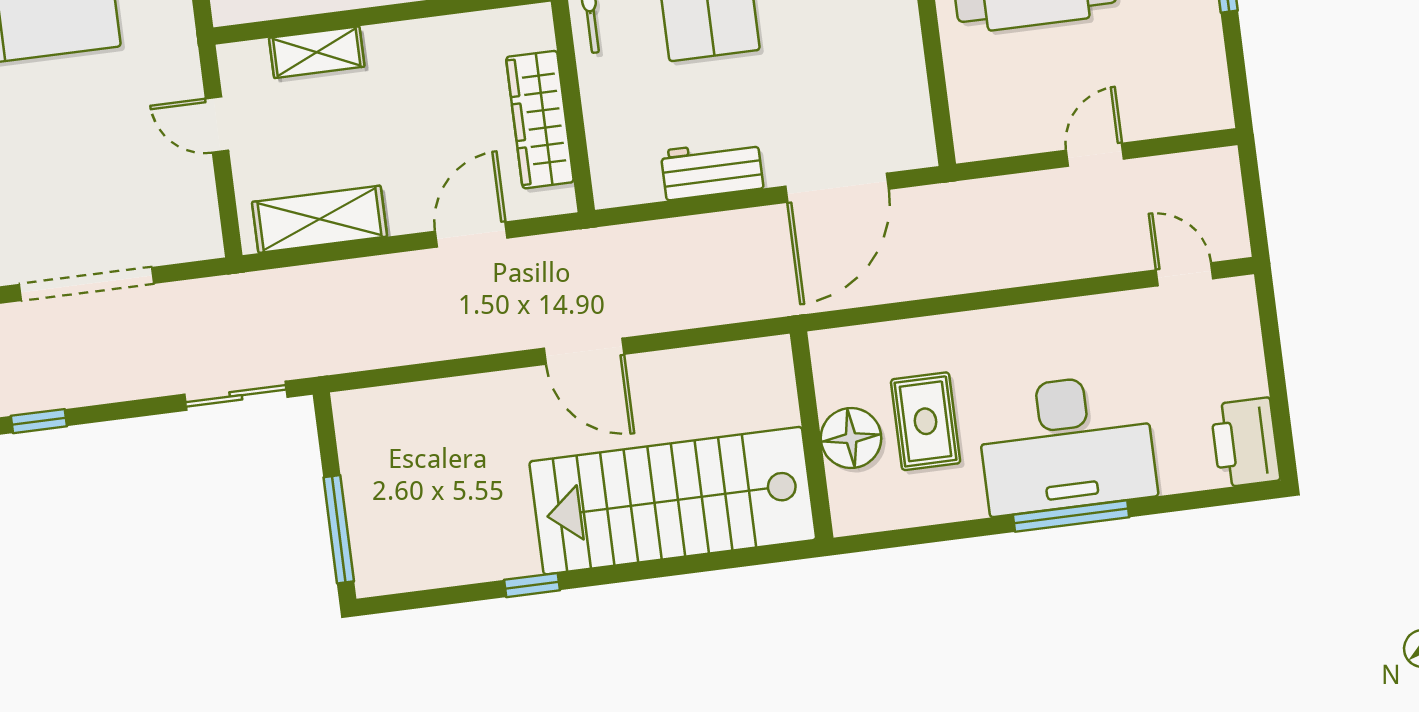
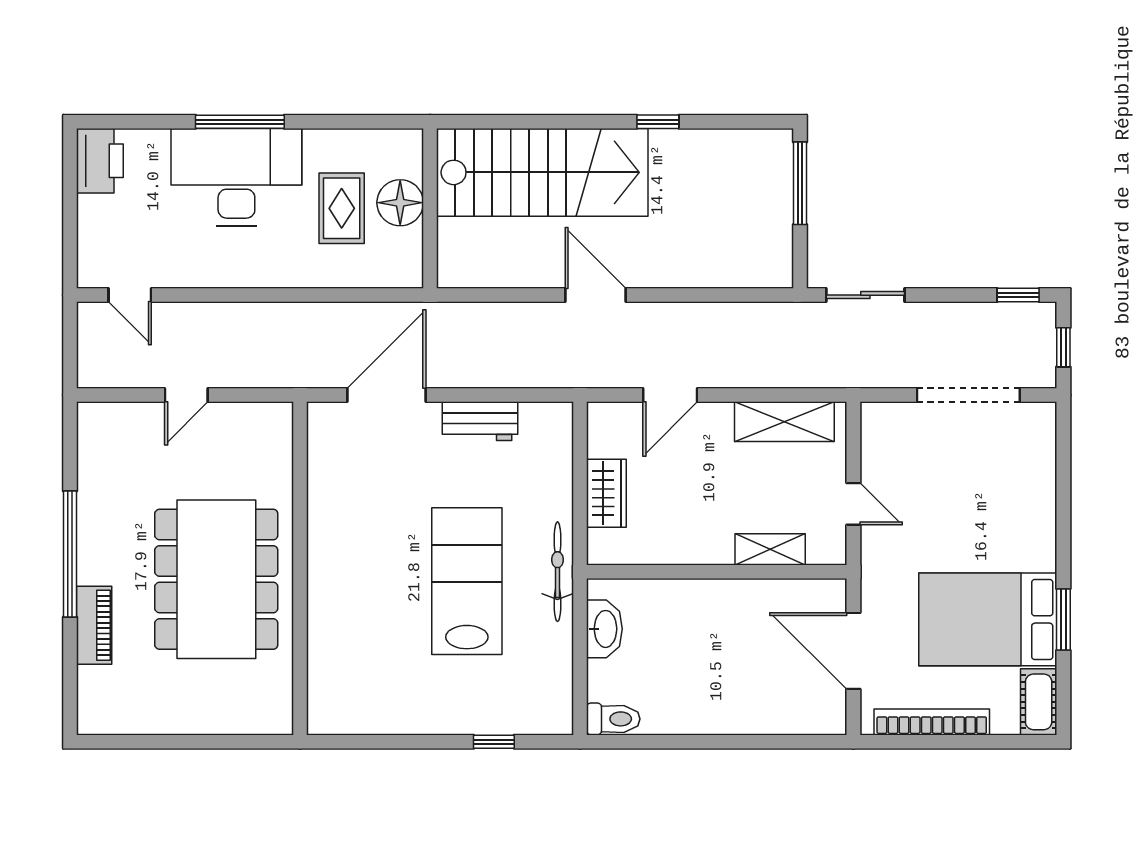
wardrobe: (540, 120) -> (606, 493), width x0.67

